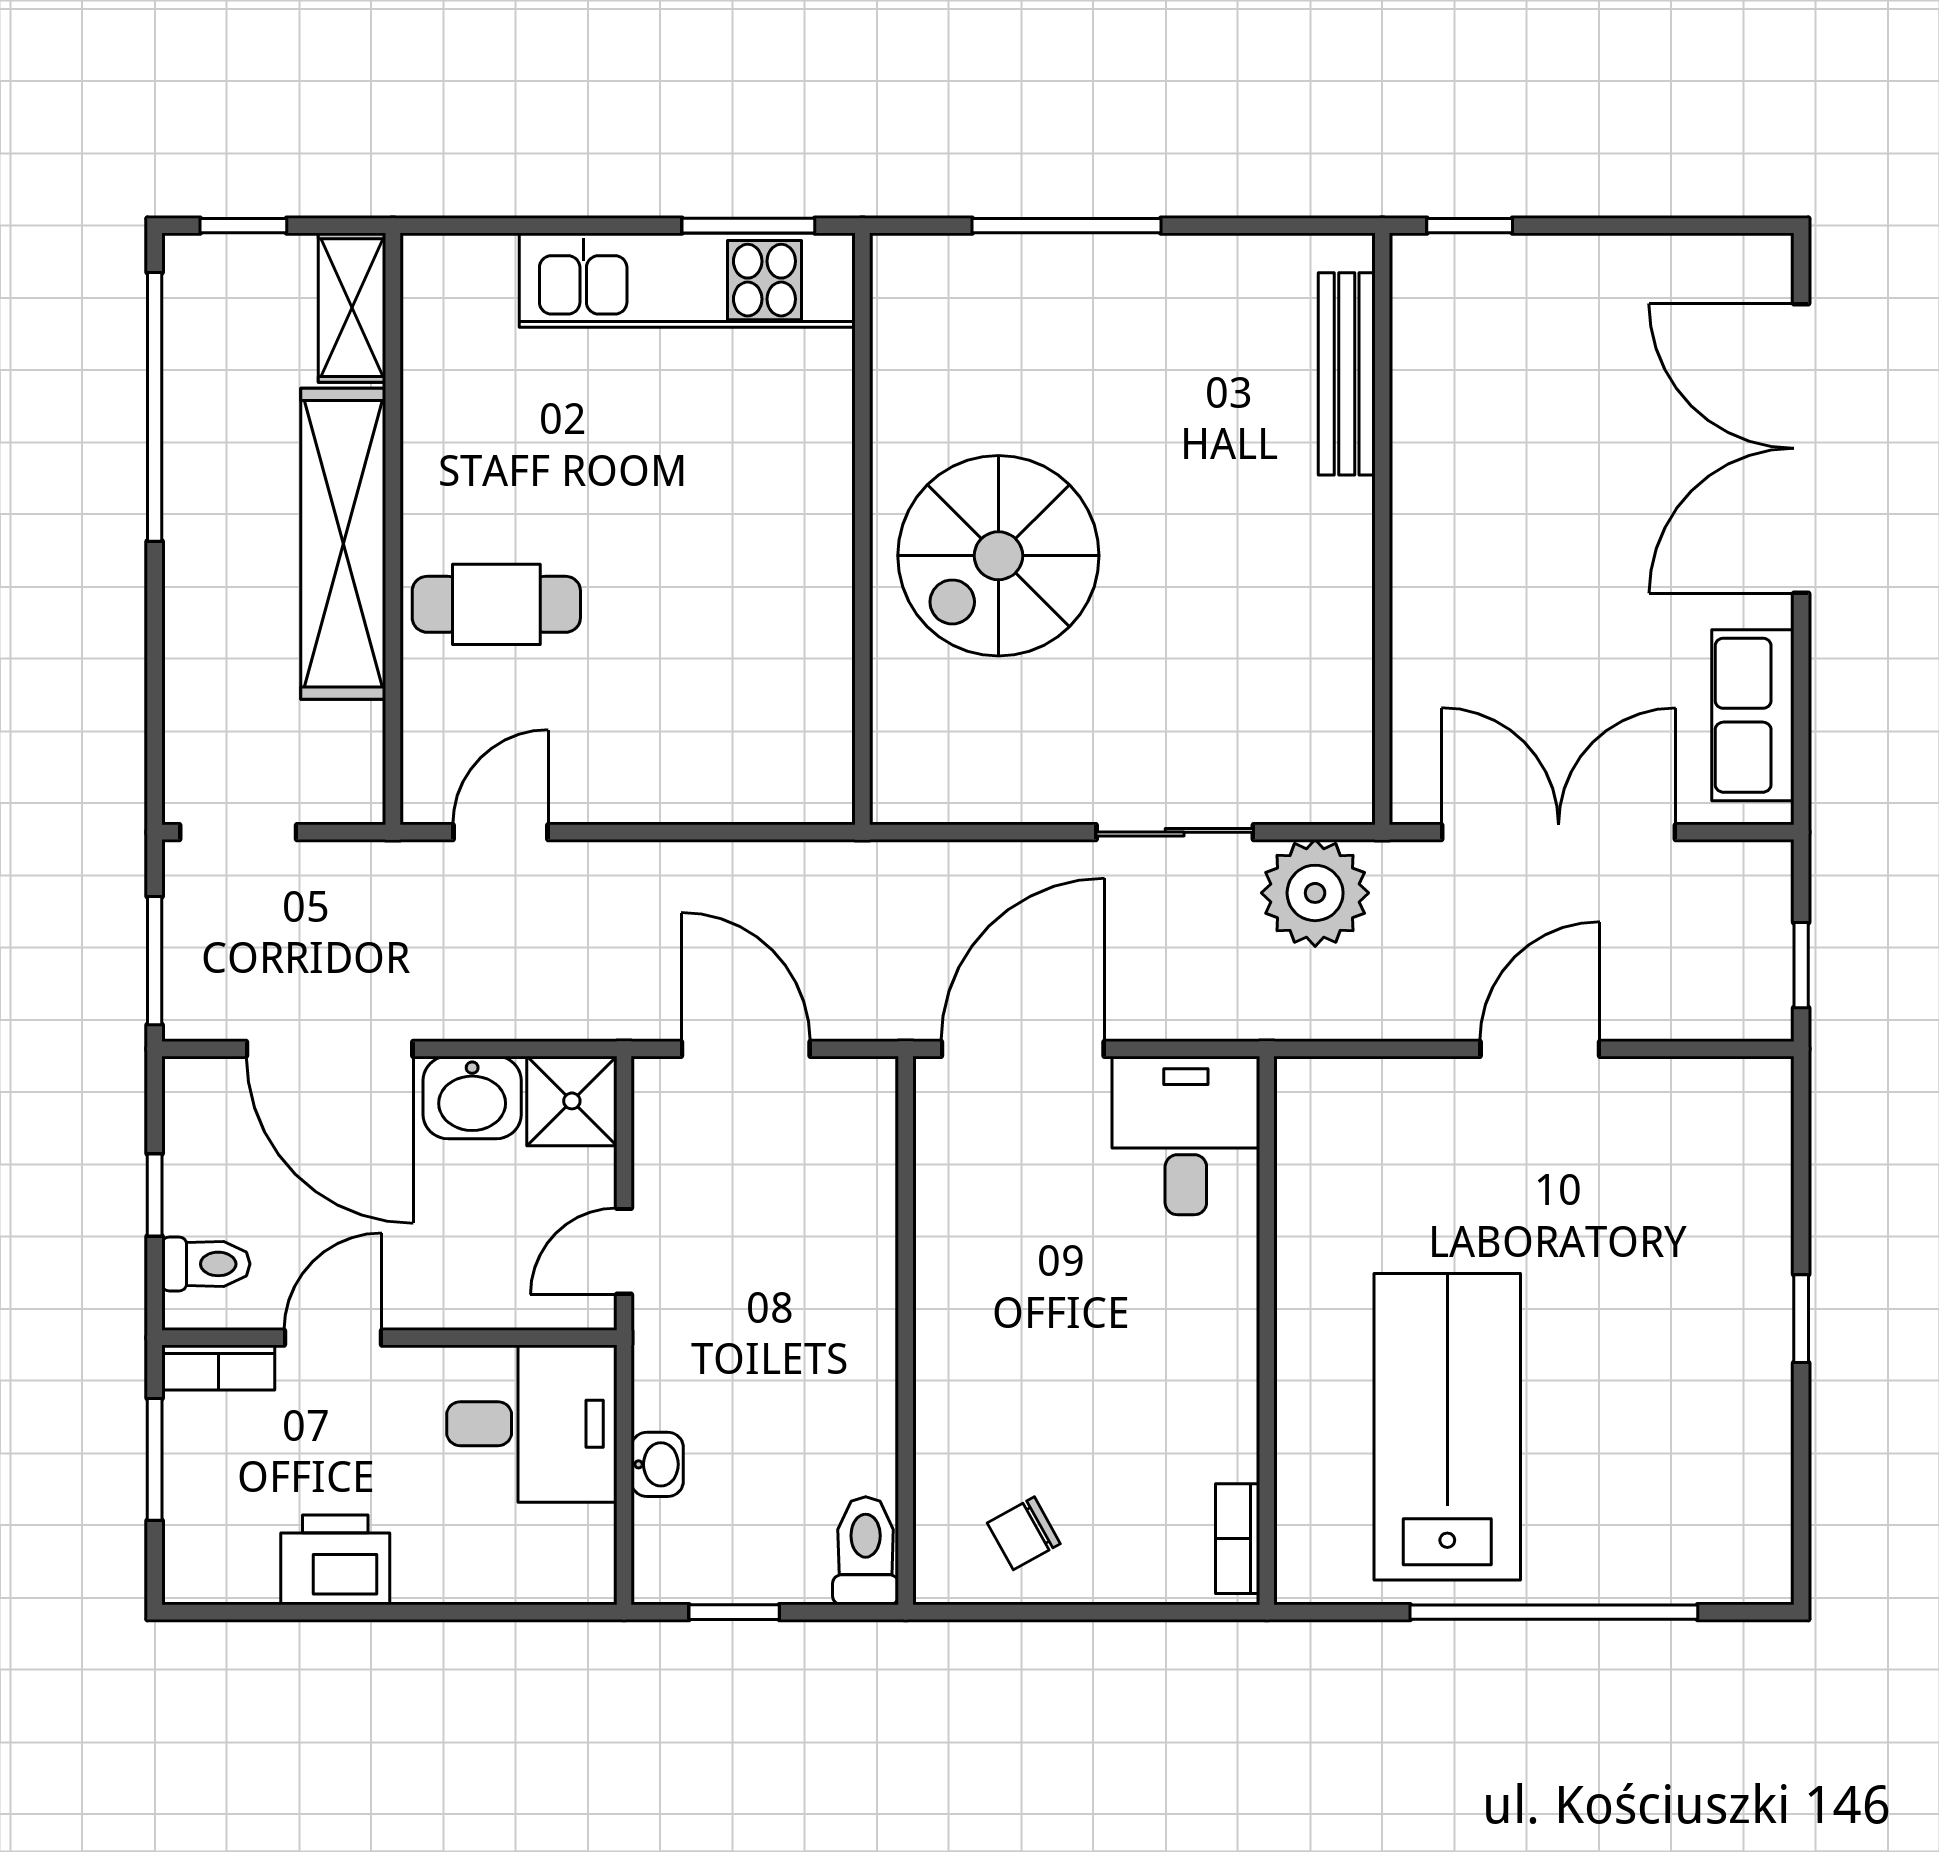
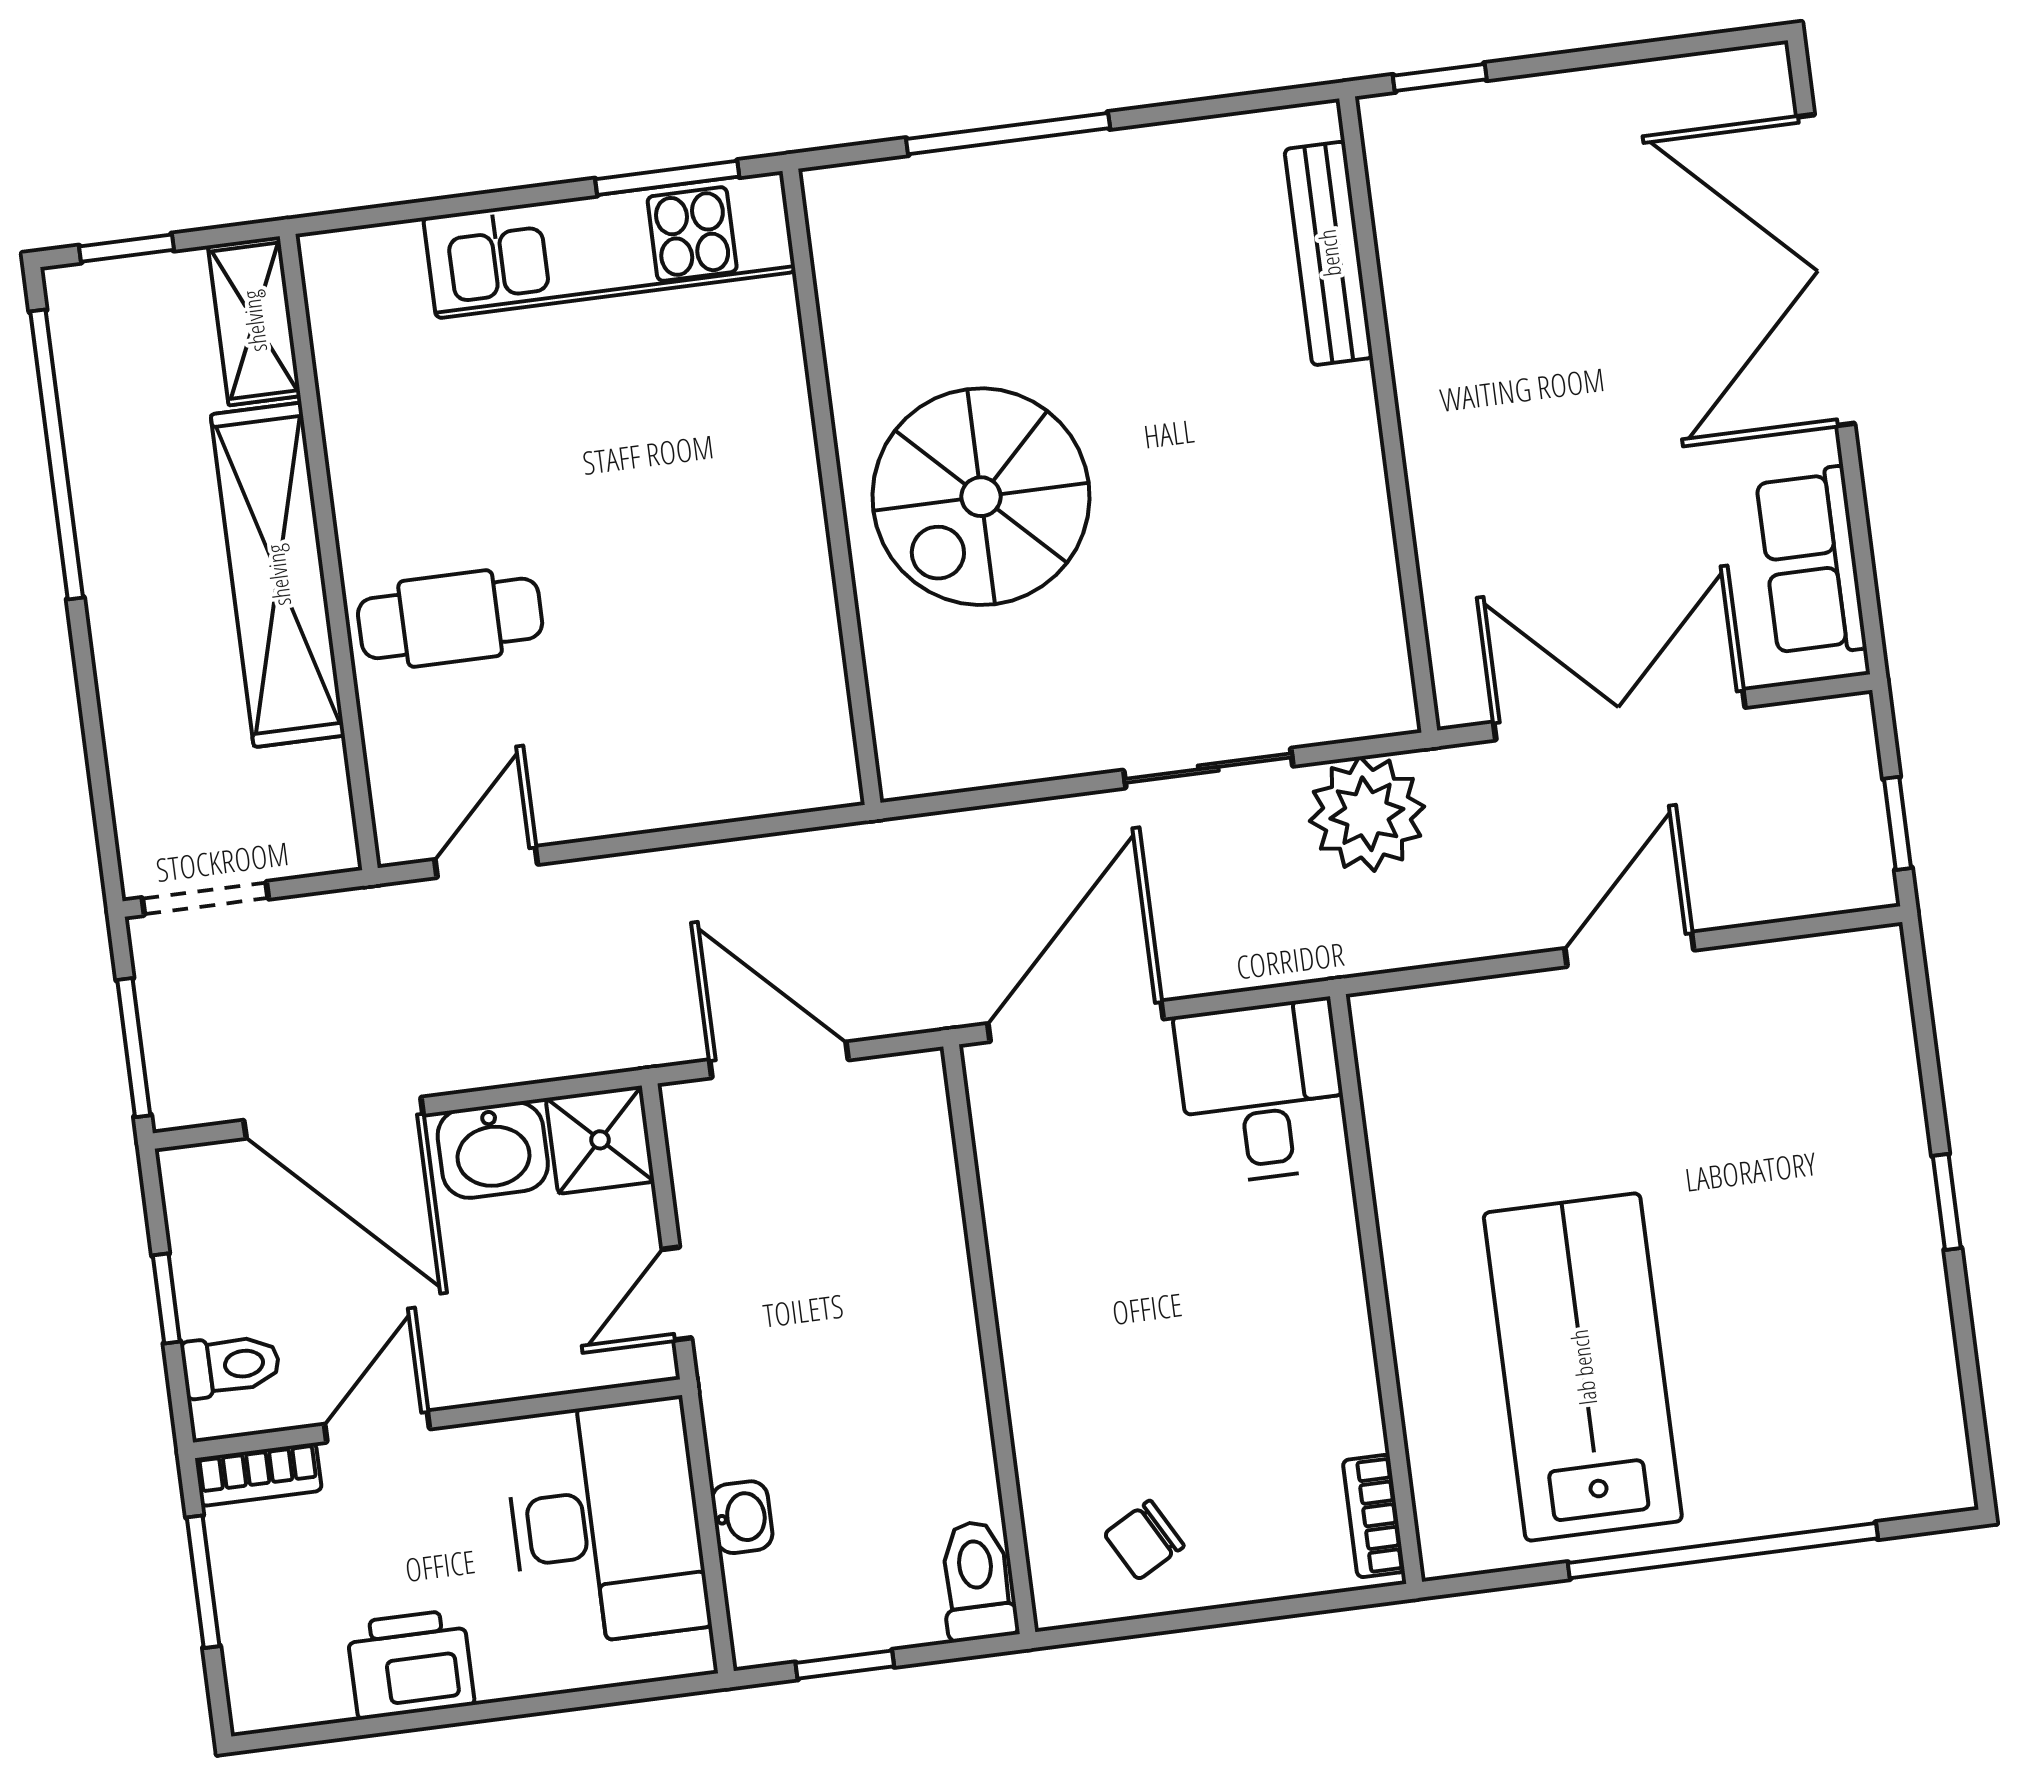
desk: (532, 1424) -> (606, 1522), width x1.37

